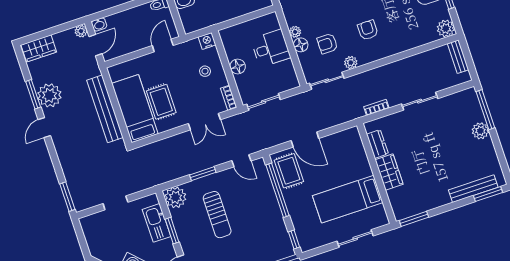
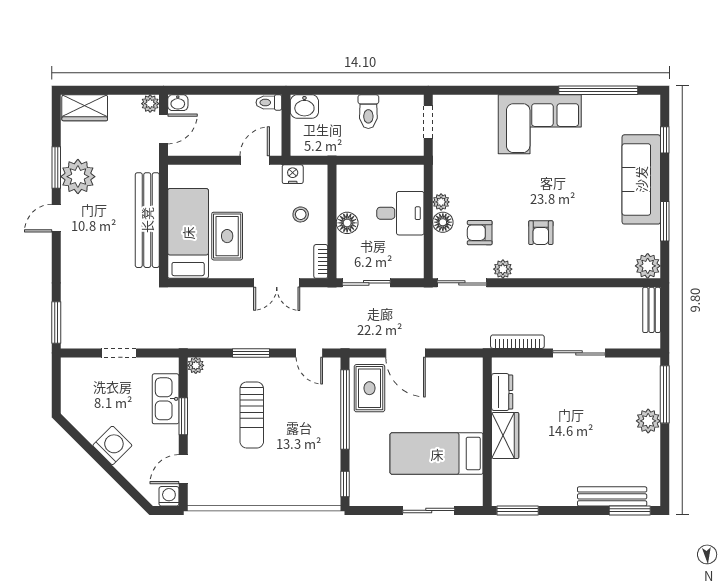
armchair: (368, 30) -> (541, 233), turned 180
nightstand: (207, 41) -> (293, 174), moved
bookcase: (376, 107) -> (517, 342), width x1.56
plant: (175, 197) -> (196, 365), width x0.53, depth x0.53

